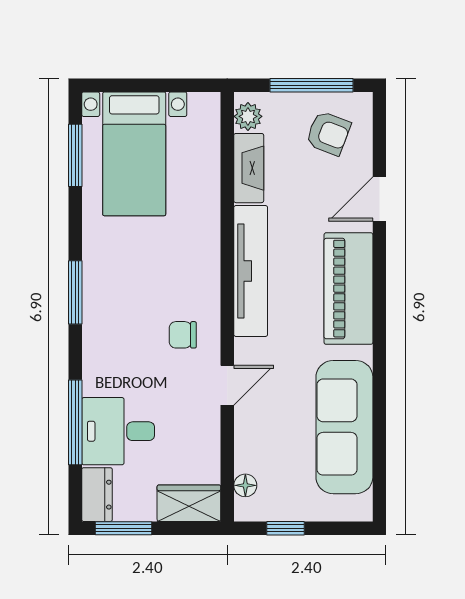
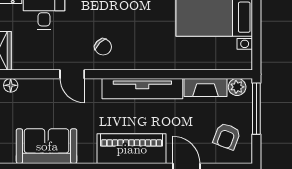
window: (311, 85) -> (256, 109), moved
chair: (183, 335) -> (103, 47), turned 135
sofa: (344, 427) -> (47, 146), width x0.73

